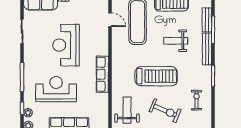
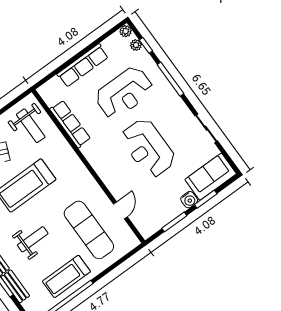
door: (110, 20) -> (120, 210), swing flipped
reception desk: (66, 45) -> (148, 148), turned 180
row of seats: (102, 74) -> (70, 124), moved

